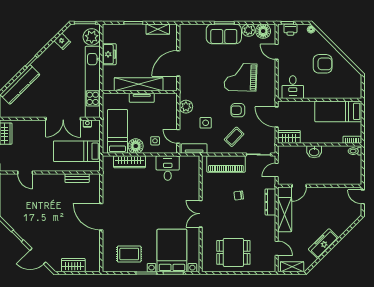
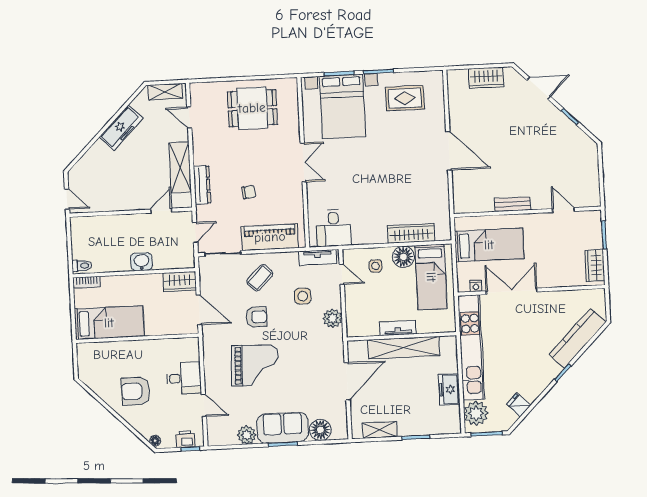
floor lamp: (263, 31) -> (320, 430), moved
desk: (293, 87) -> (184, 378), moved, turned 90
desk: (168, 168) -> (334, 228), moved
bench: (77, 178) -> (512, 204), moved

